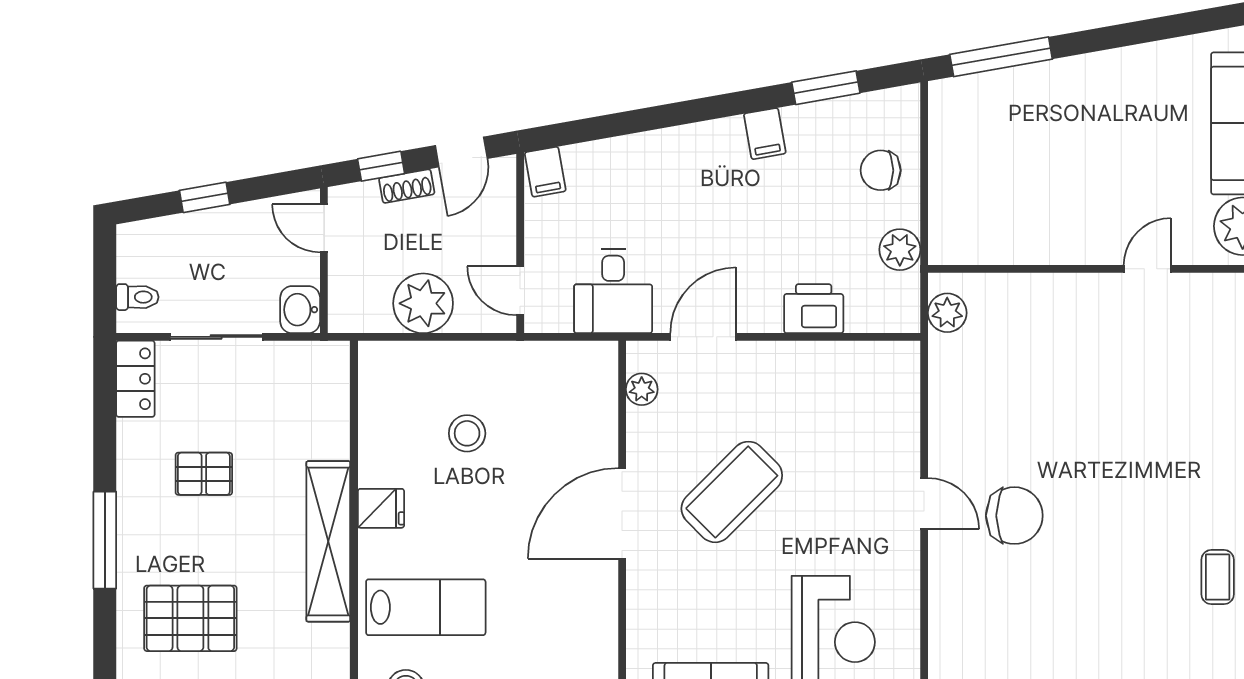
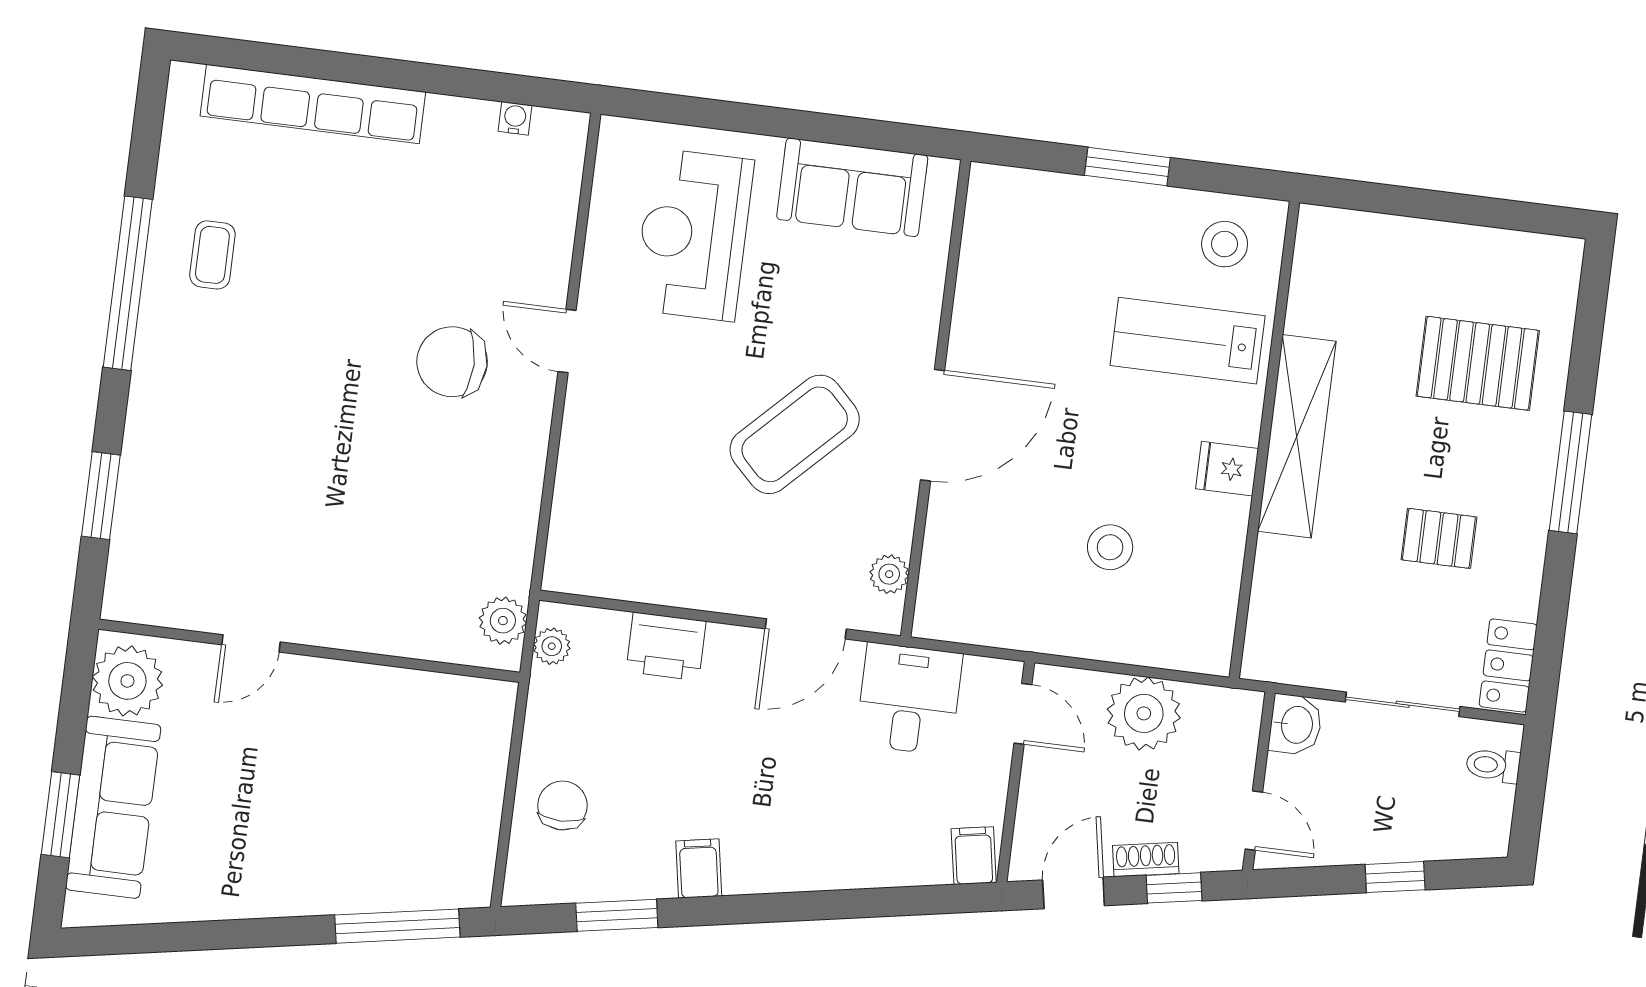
chair: (881, 170) -> (562, 806), turned -90
plant: (900, 250) -> (552, 646), moved, width x0.73, depth x0.73
door: (924, 504) -> (567, 341), moved

